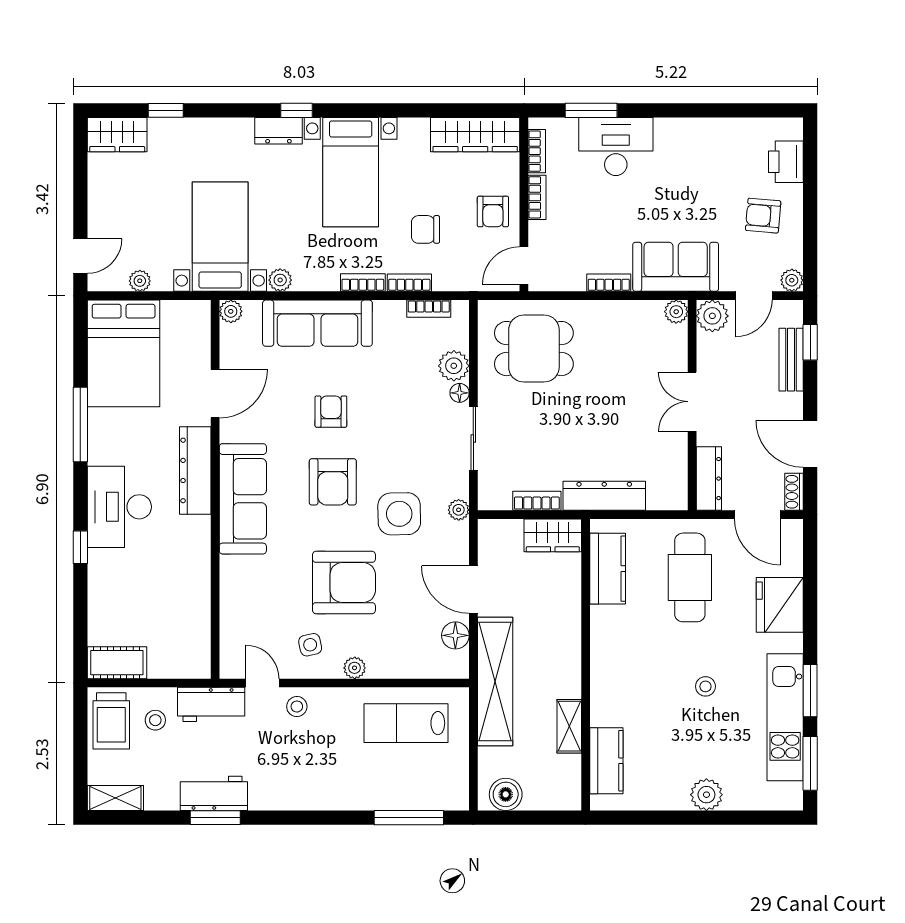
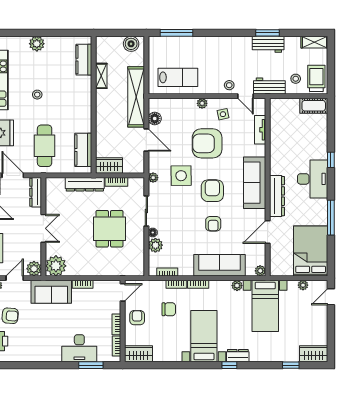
wardrobe: (475, 135) -> (138, 354), width x0.67
plant: (676, 312) -> (56, 266), width x1.88, depth x1.88
dining table: (534, 349) -> (109, 229), moved, turned 90
tv unit: (231, 611) -> (260, 130), added

